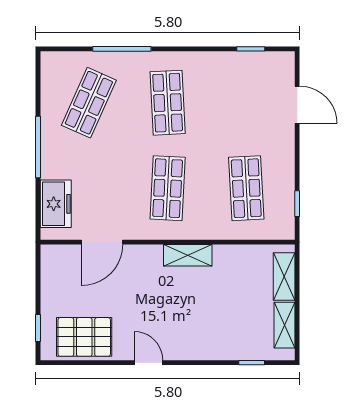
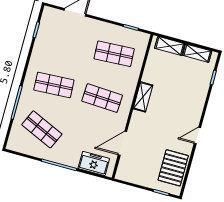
door: (102, 242) -> (122, 143), swing flipped

